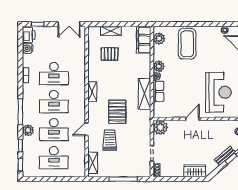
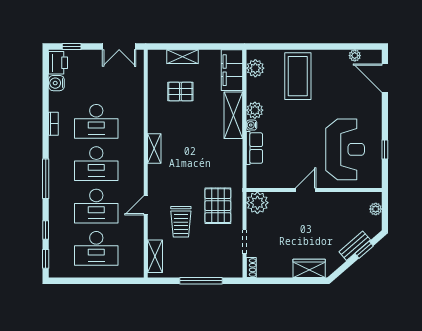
shelving: (145, 94) -> (233, 115), moved
pallet: (117, 112) -> (218, 206), moved
plant: (28, 130) -> (57, 207), removed
trolley: (110, 140) -> (181, 222), turned 180

